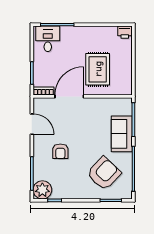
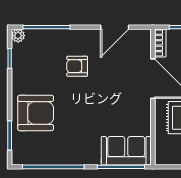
sofa: (122, 134) -> (126, 151), moved
armchair: (104, 173) -> (36, 113), moved, turned -43
plant: (42, 190) -> (18, 36), width x0.53, depth x0.53

